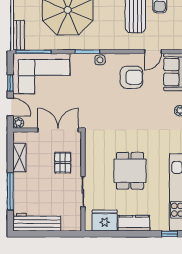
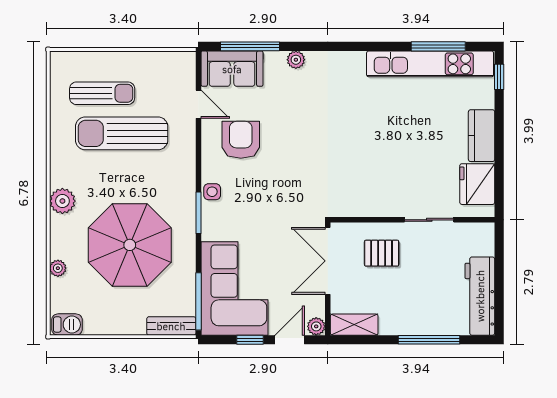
shelving: (19, 158) -> (354, 325), moved
dining table: (130, 171) -> (395, 142), removed

